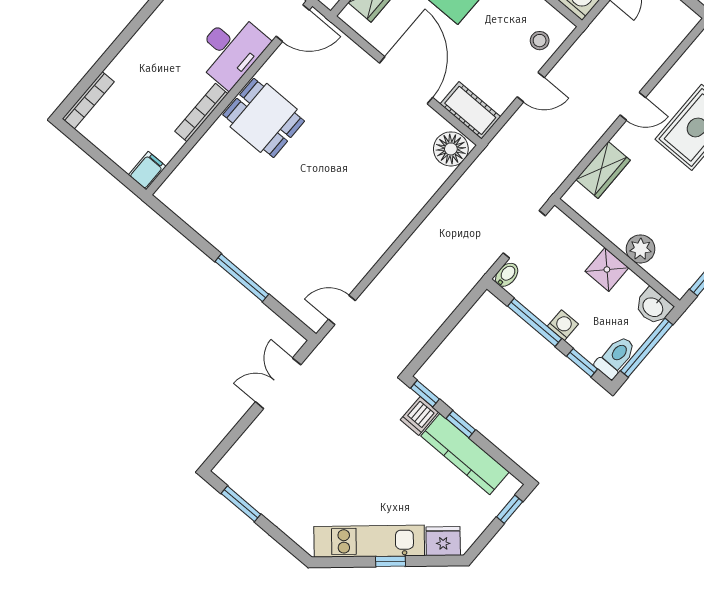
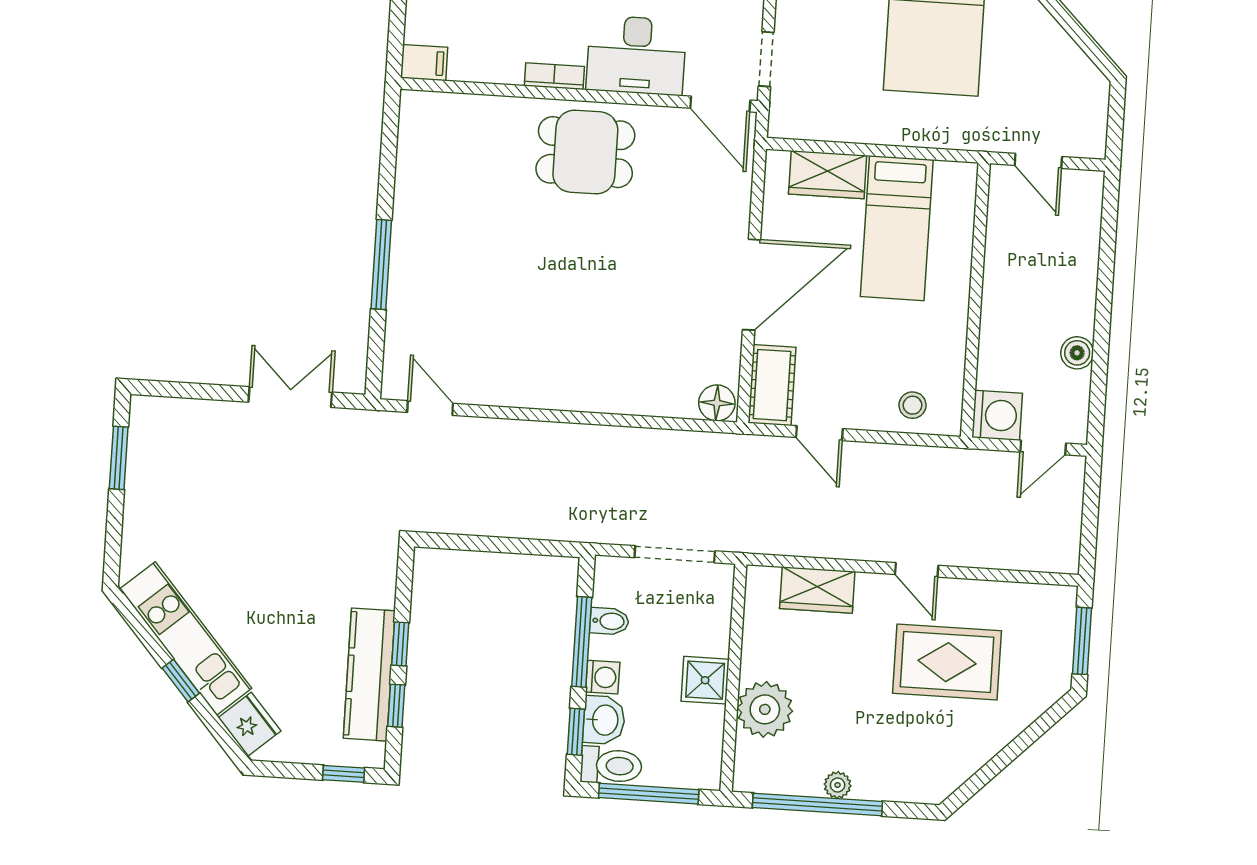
door: (531, 87) -> (819, 433), moved
bookcase: (201, 113) -> (554, 76), width x0.64
dining table: (264, 118) -> (585, 152), turned 90
floor lamp: (451, 149) -> (717, 403), width x0.73, depth x0.73
plant: (640, 249) -> (765, 709), width x1.36, depth x1.36
bidet: (507, 275) -> (609, 621), moved
washbasin: (653, 307) -> (604, 720), moved, turned 180
window: (425, 394) -> (396, 706), moved
dishwasher: (419, 416) -> (374, 589), removed

